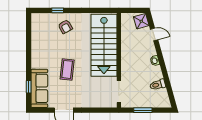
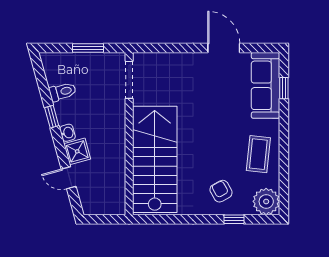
plant: (39, 21) -> (266, 201), added
shower: (141, 21) -> (77, 151), moved
coffee table: (67, 69) -> (258, 154), moved
window: (164, 70) -> (52, 117), added

